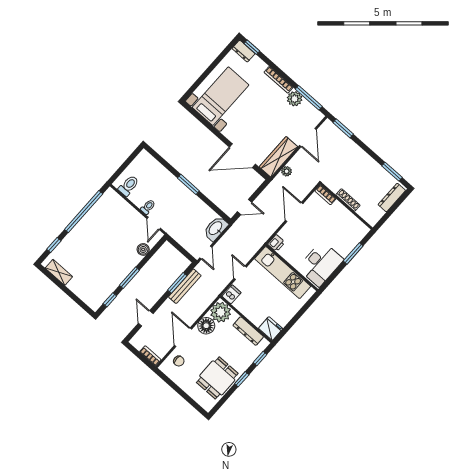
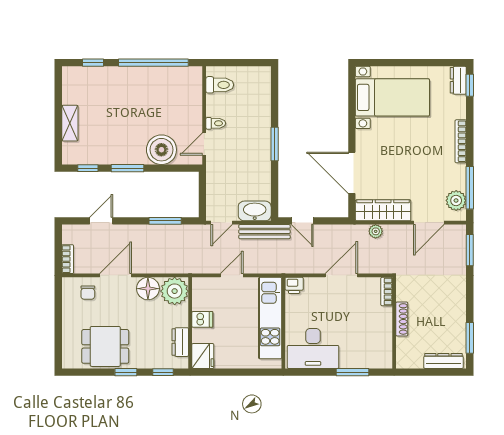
plant: (295, 99) -> (456, 200), moved
boiler: (143, 249) -> (161, 150), width x1.86, depth x1.86
shelving: (59, 272) -> (70, 123), moved
bench: (185, 286) -> (264, 232), moved
dishwasher: (232, 294) -> (202, 319), moved
dresser: (248, 331) -> (180, 342), width x0.70

